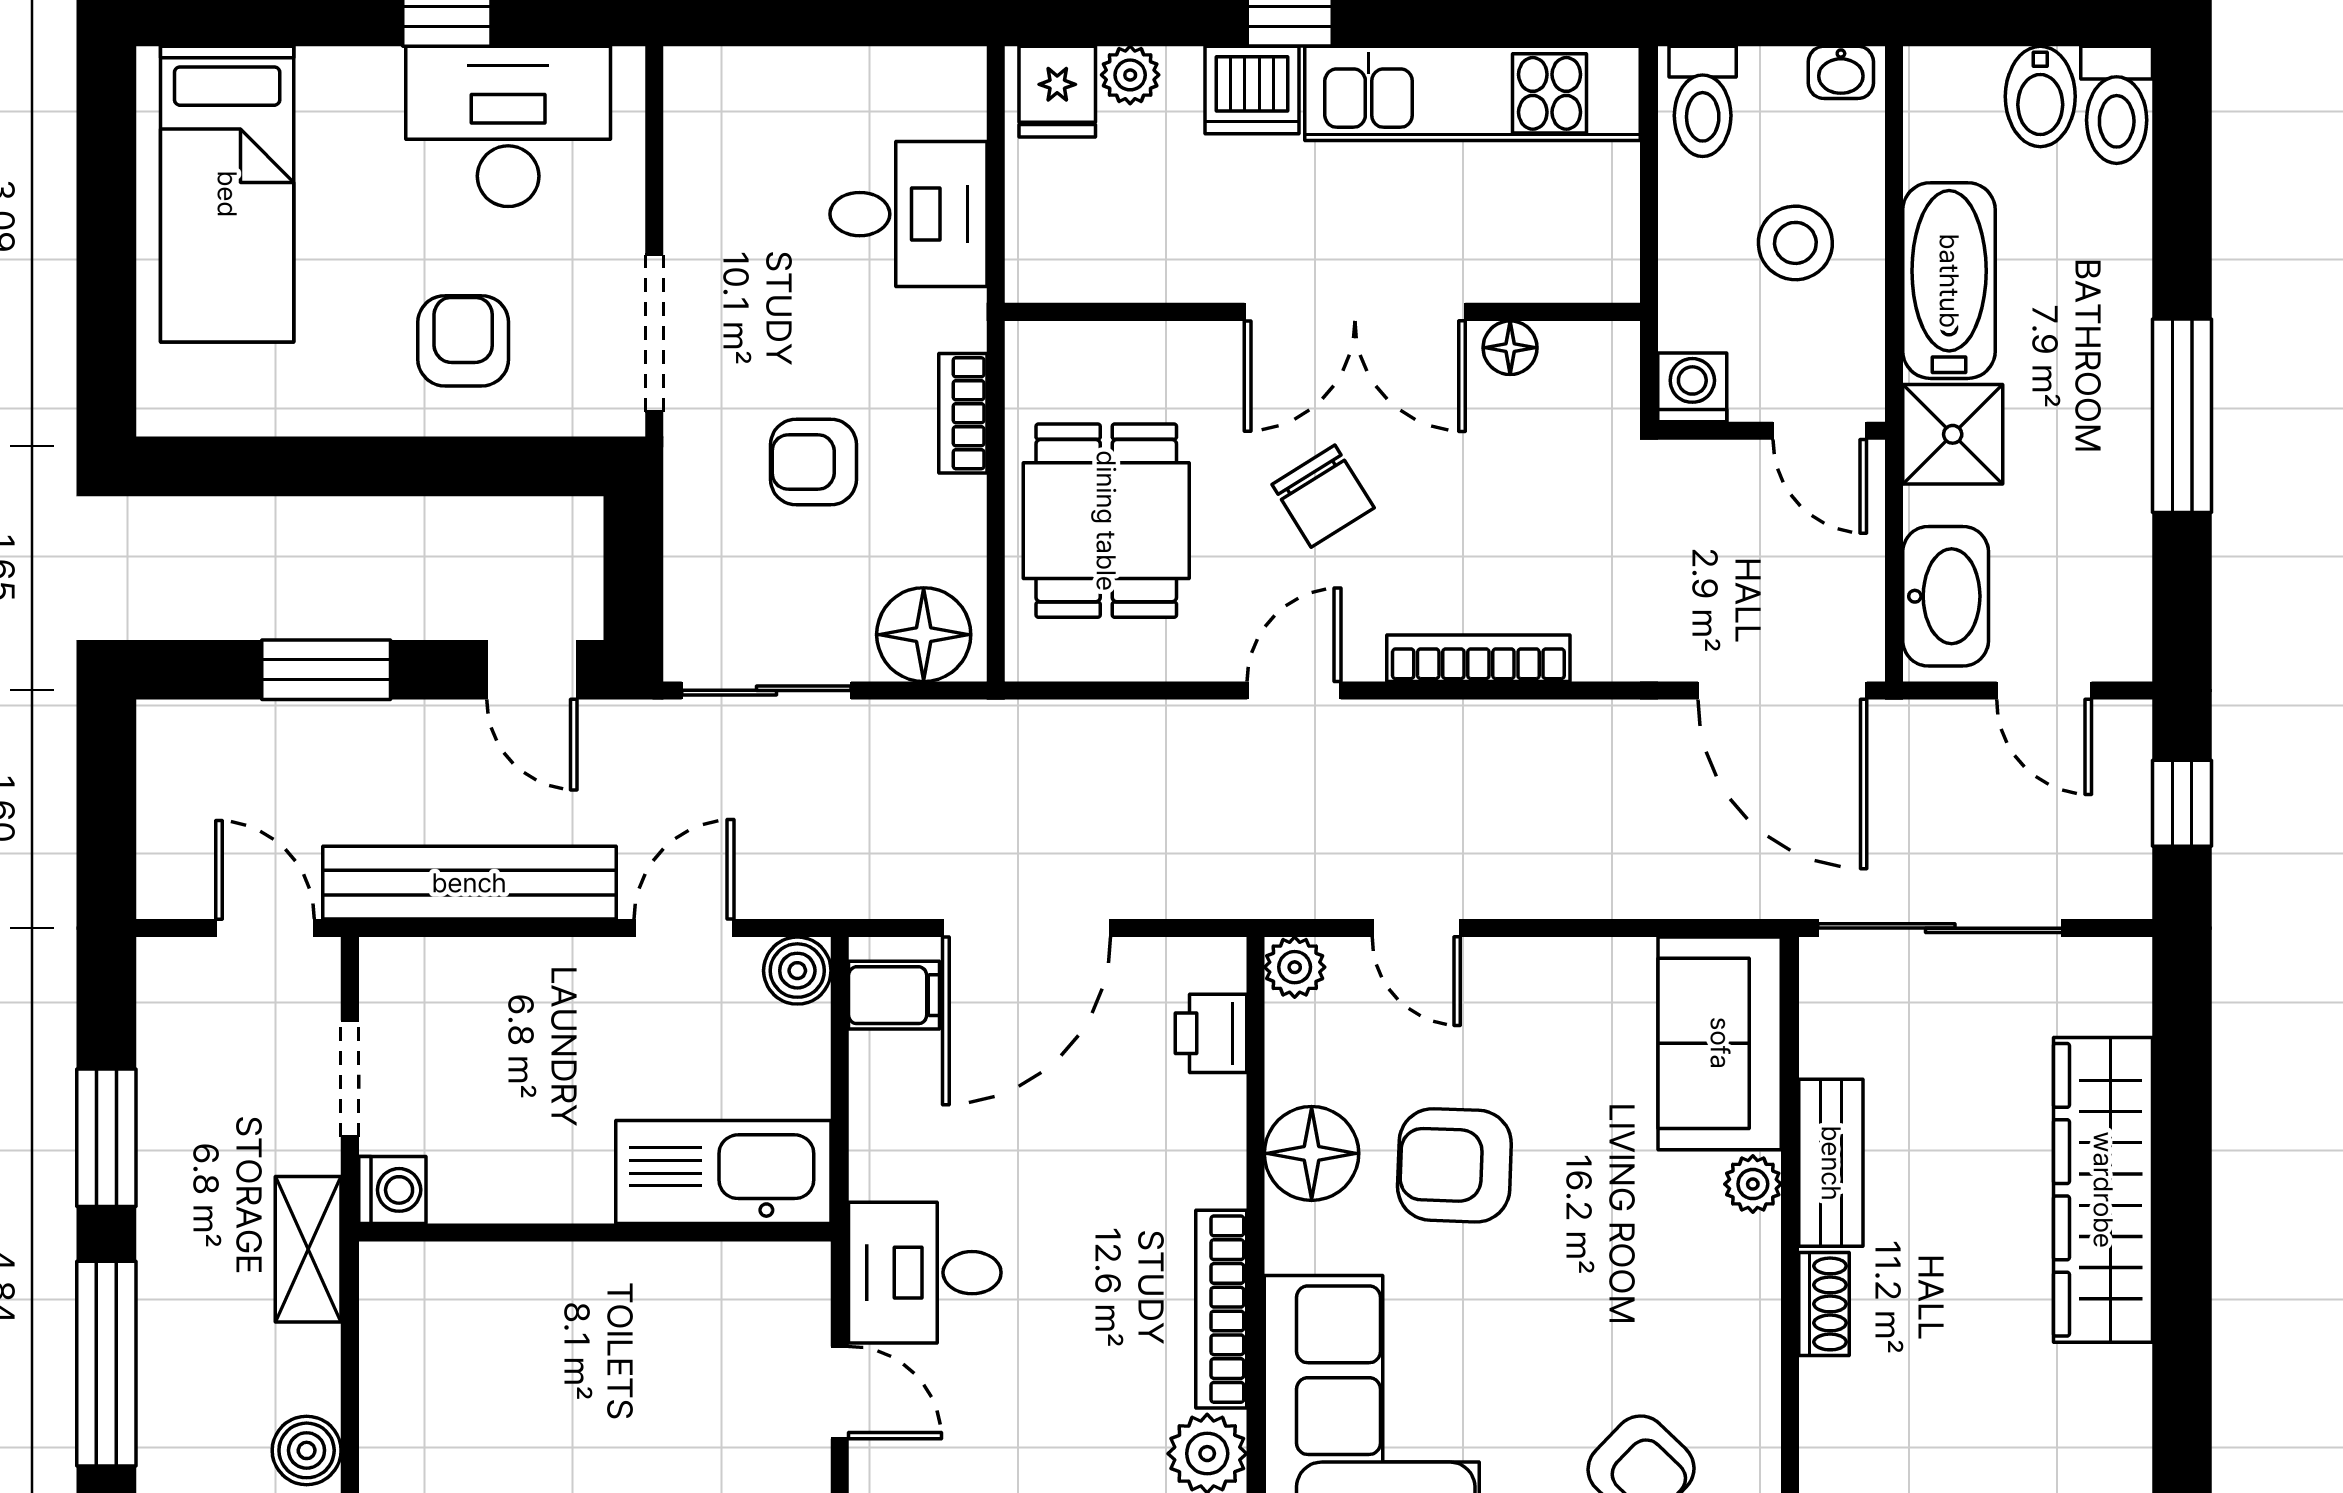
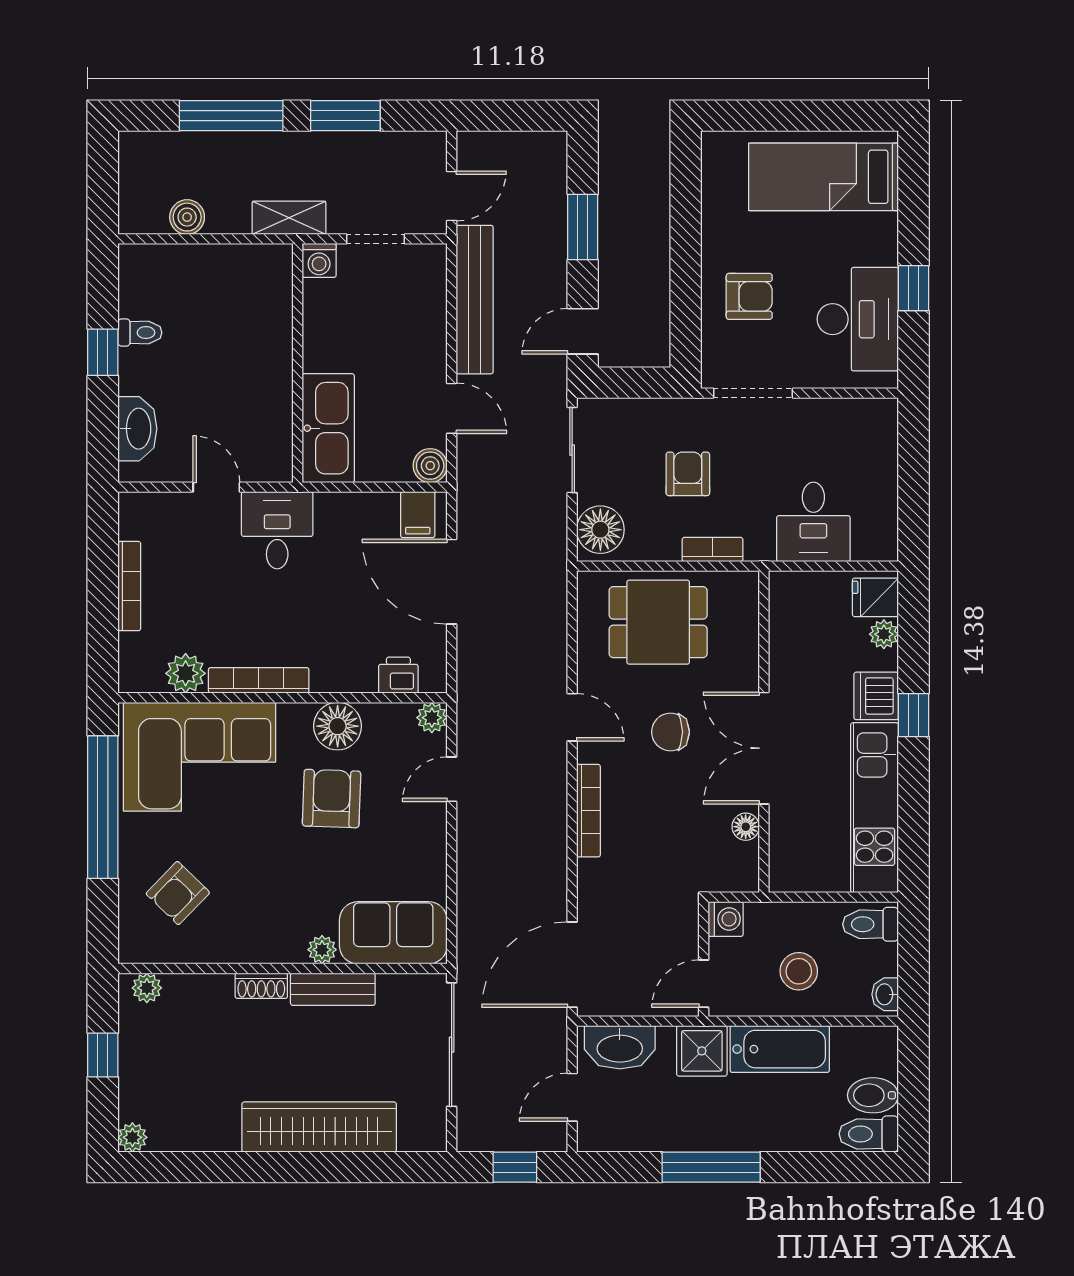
chair: (1323, 496) -> (671, 732), turned 32
door: (840, 1393) -> (216, 487), swing flipped

